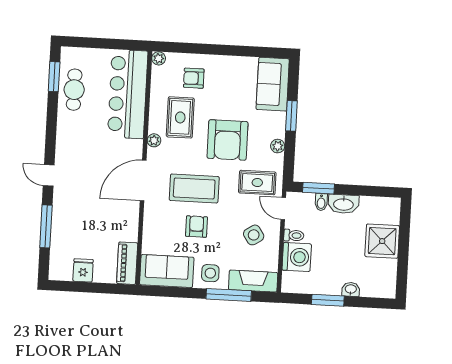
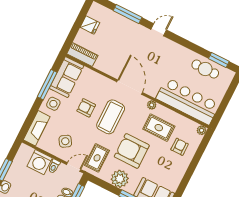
plant: (278, 146) -> (120, 179), width x1.87, depth x1.87
armchair: (196, 227) -> (86, 108), turned 180
window: (229, 295) -> (47, 85), moved

